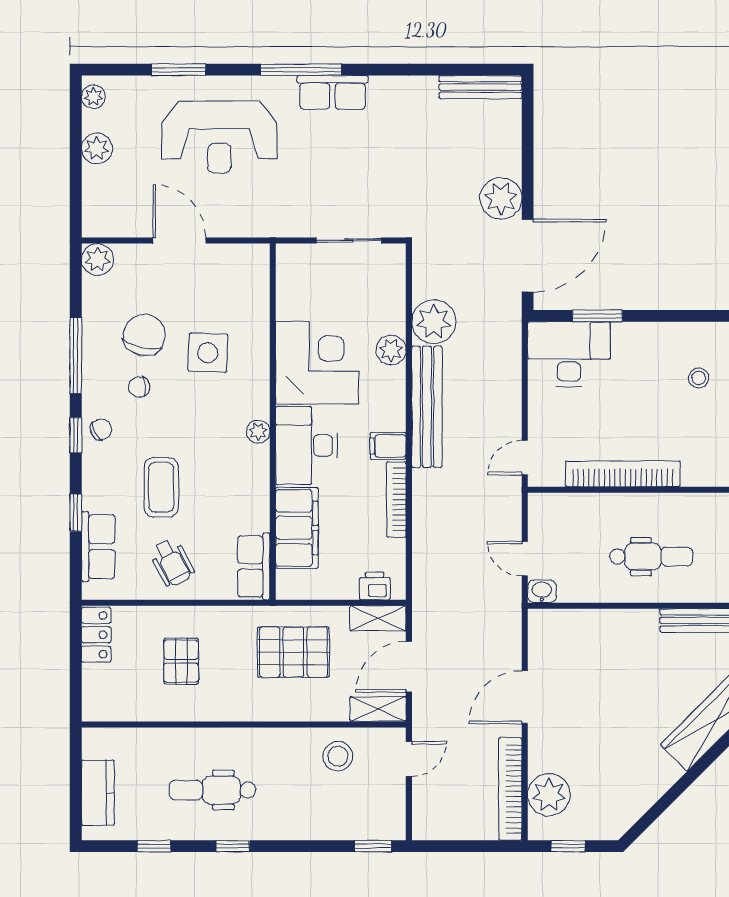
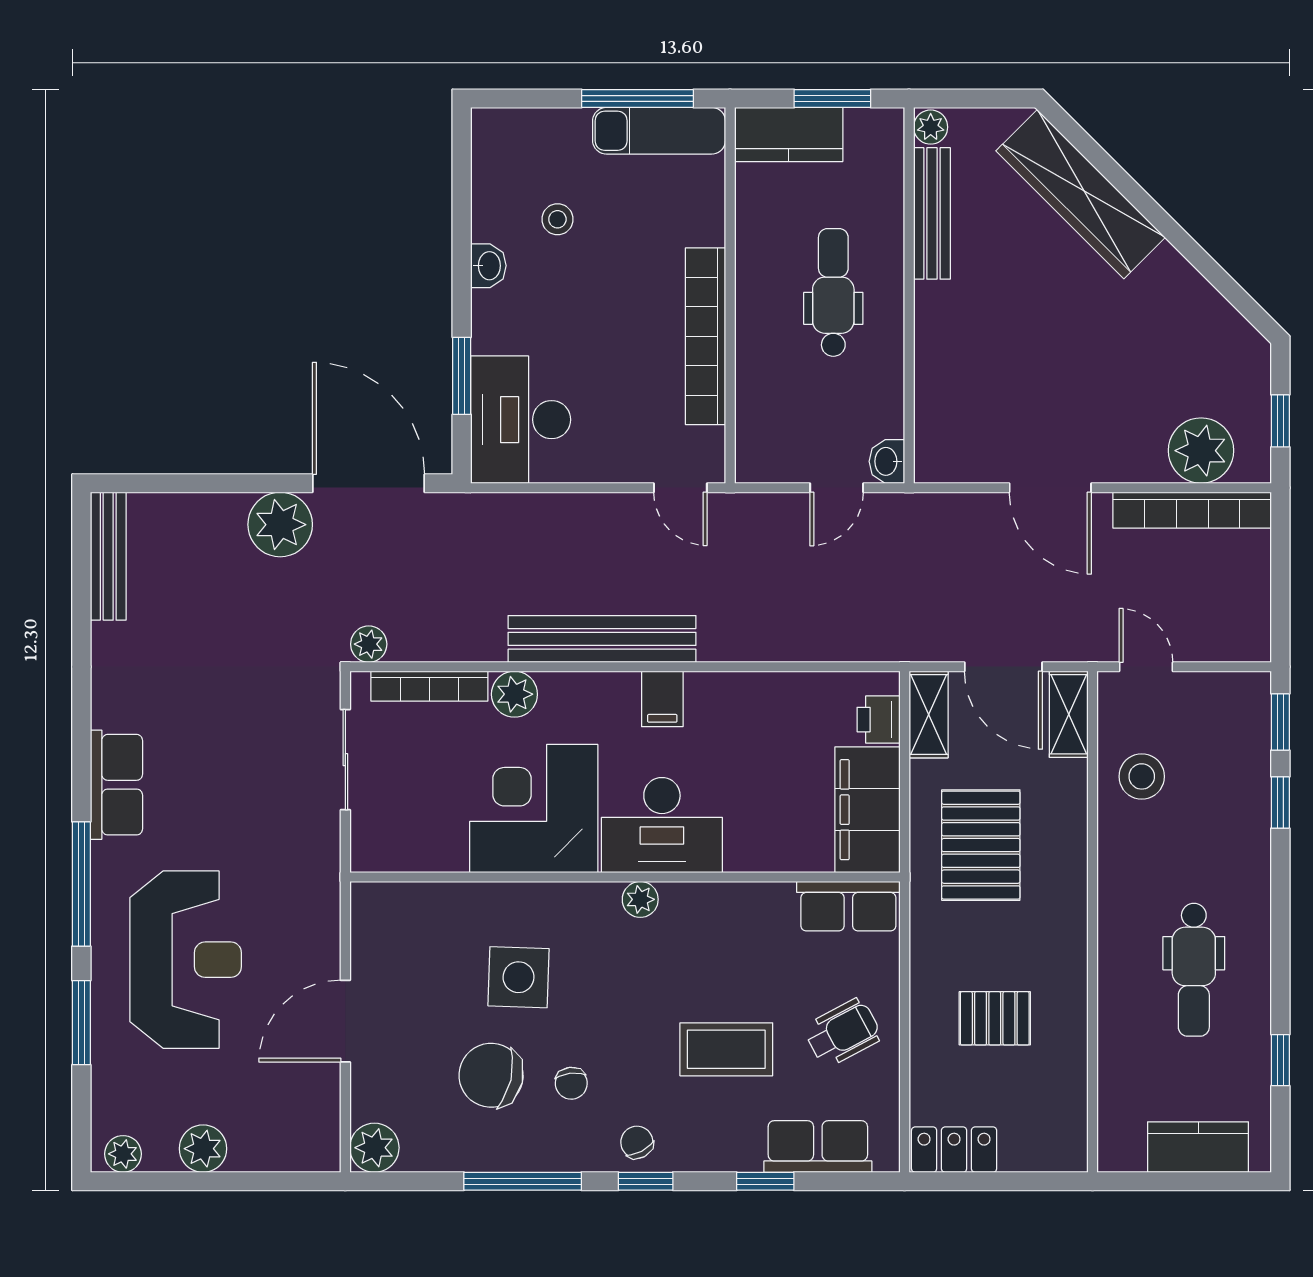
window: (301, 70) -> (81, 884), moved
plant: (434, 322) -> (369, 644), moved, width x0.53, depth x0.53
washbasin: (669, 333) -> (488, 266), added
bookcase: (396, 499) -> (429, 686), moved
filing cabinet: (297, 528) -> (868, 810), moved, turned -90
window: (233, 846) -> (1280, 802), moved

